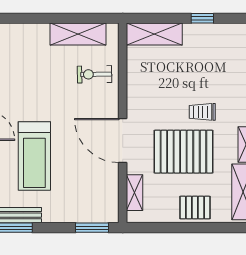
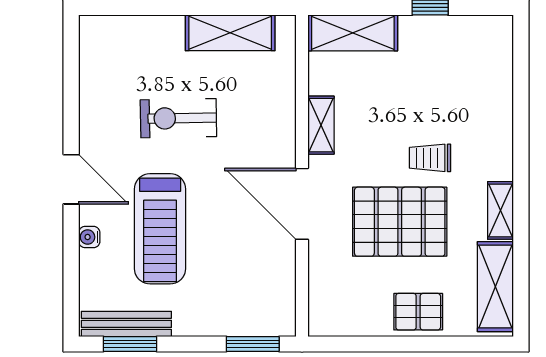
exercise bike: (95, 74) -> (178, 118), moved, width x1.38, depth x1.39
shelving: (134, 193) -> (321, 125), moved

